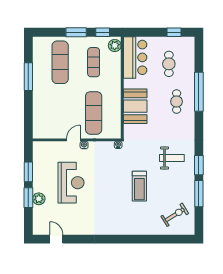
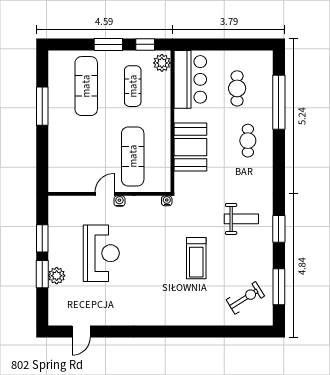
window: (174, 32) -> (244, 44), removed
window: (199, 92) -> (279, 102), moved
window: (199, 194) -> (279, 287), moved
door: (56, 239) -> (81, 331), swing flipped

